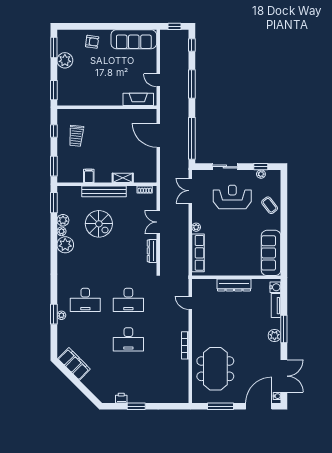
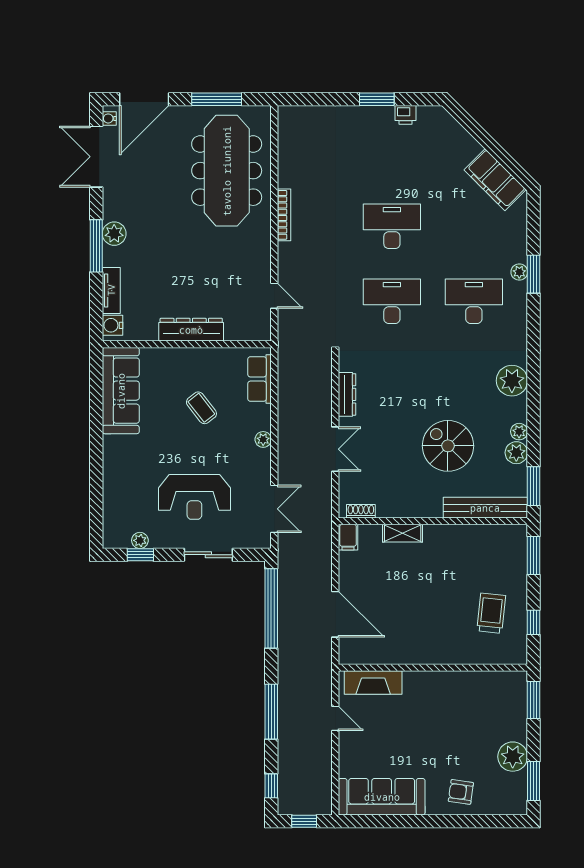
filing cabinet: (89, 176) -> (348, 537), moved
bench: (104, 191) -> (485, 508), moved
coffee table: (270, 205) -> (201, 408), moved
plant: (65, 245) -> (512, 381), moved
row of seats: (198, 253) -> (260, 379), width x0.68
meeting table: (215, 369) -> (227, 171), width x1.36

